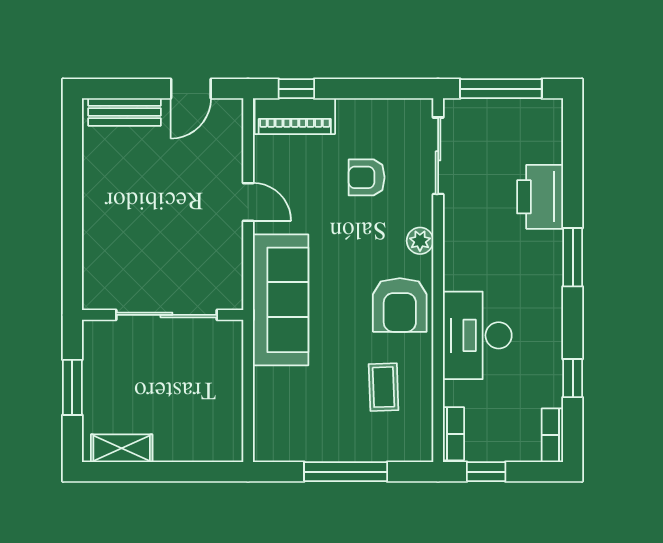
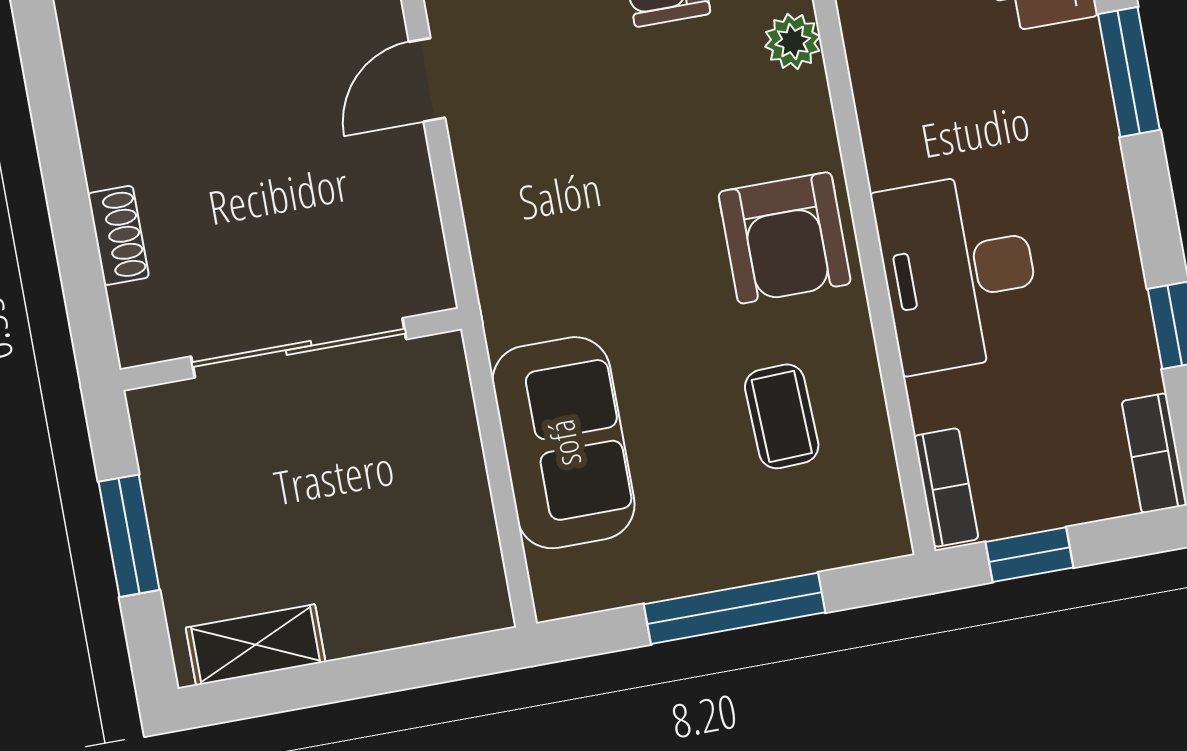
door: (248, 202) -> (427, 80), swing flipped
plant: (420, 241) -> (793, 41), moved
shoe rack: (93, 248) -> (118, 235), added
sofa: (281, 300) -> (564, 443), moved, width x0.73

